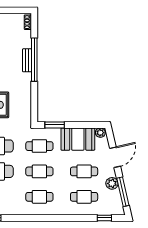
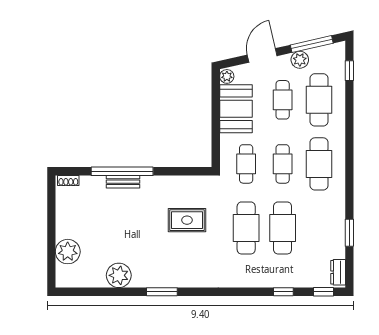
window: (55, 125) -> (216, 142), removed
door: (115, 157) -> (262, 55), hinge flipped
cafe table: (39, 197) -> (319, 164), width x1.37, depth x1.35
cafe table: (84, 197) -> (319, 100), width x1.37, depth x1.35

